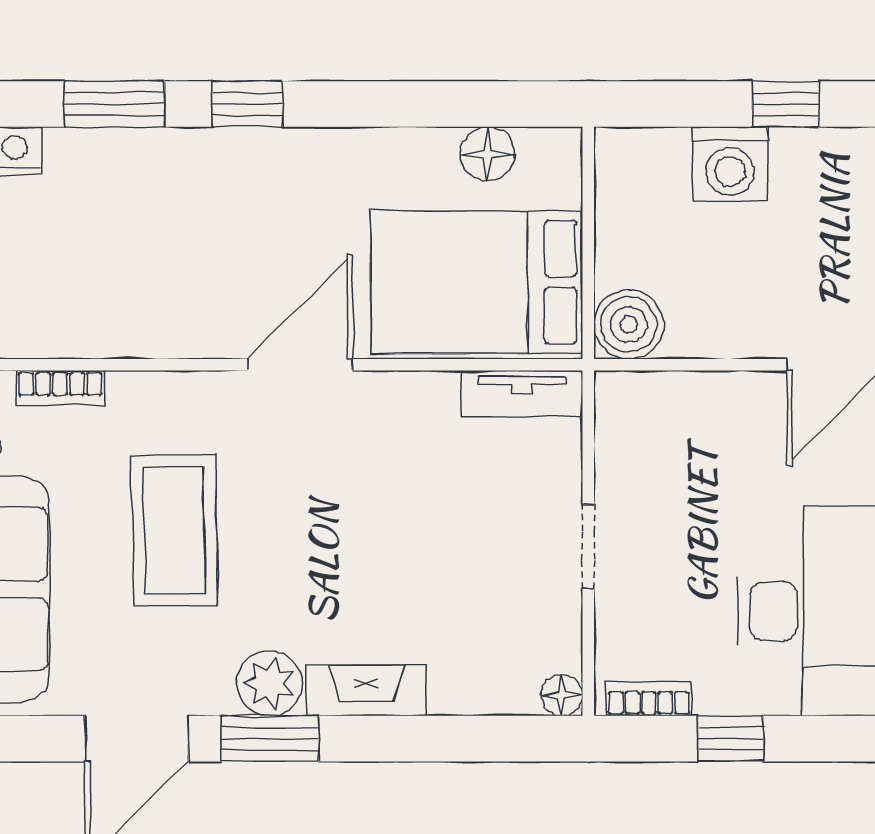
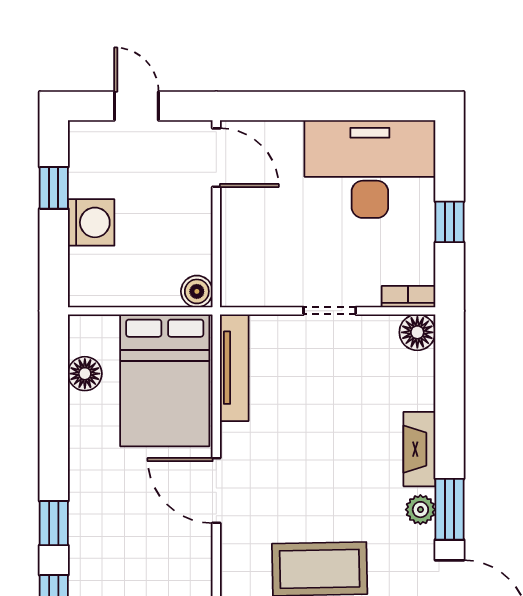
boiler: (629, 324) -> (197, 291), width x0.73, depth x0.73
tv unit: (522, 394) -> (234, 368), width x1.41
plant: (269, 683) -> (420, 510), width x0.73, depth x0.73
floor lamp: (562, 695) -> (417, 332), width x1.37, depth x1.37
bookcase: (649, 699) -> (408, 297), moved, turned 90

